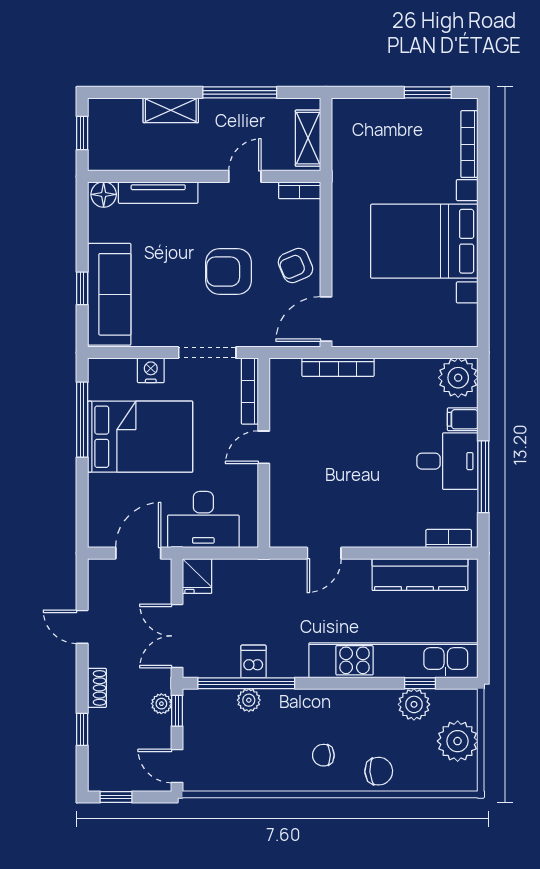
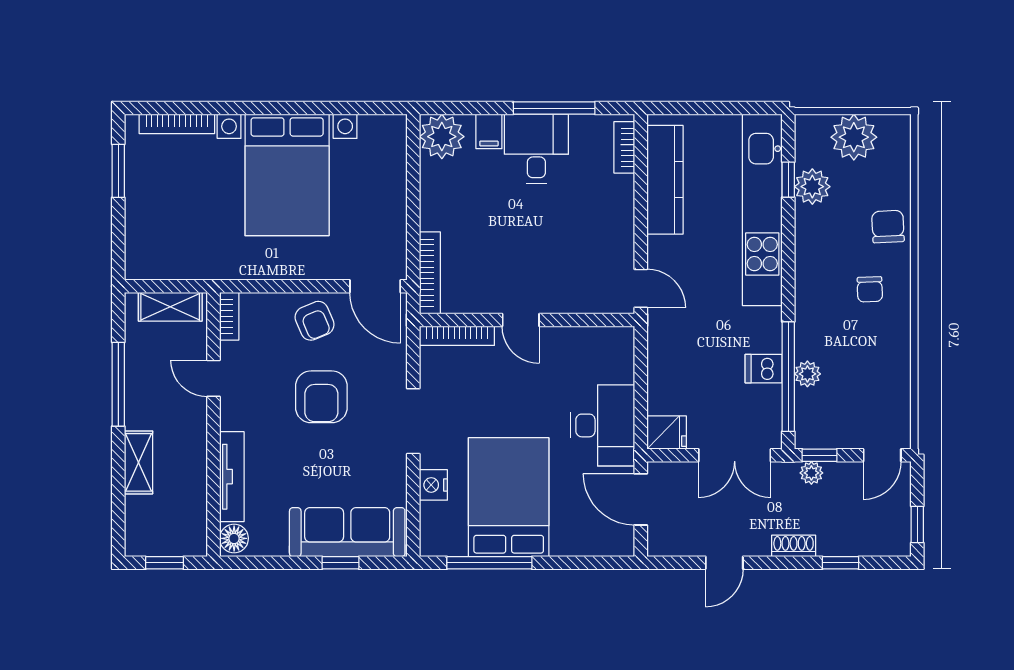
bookcase: (250, 391) -> (457, 336), moved
door: (264, 447) -> (521, 320), moved
wall: (264, 453) -> (527, 320), moved

